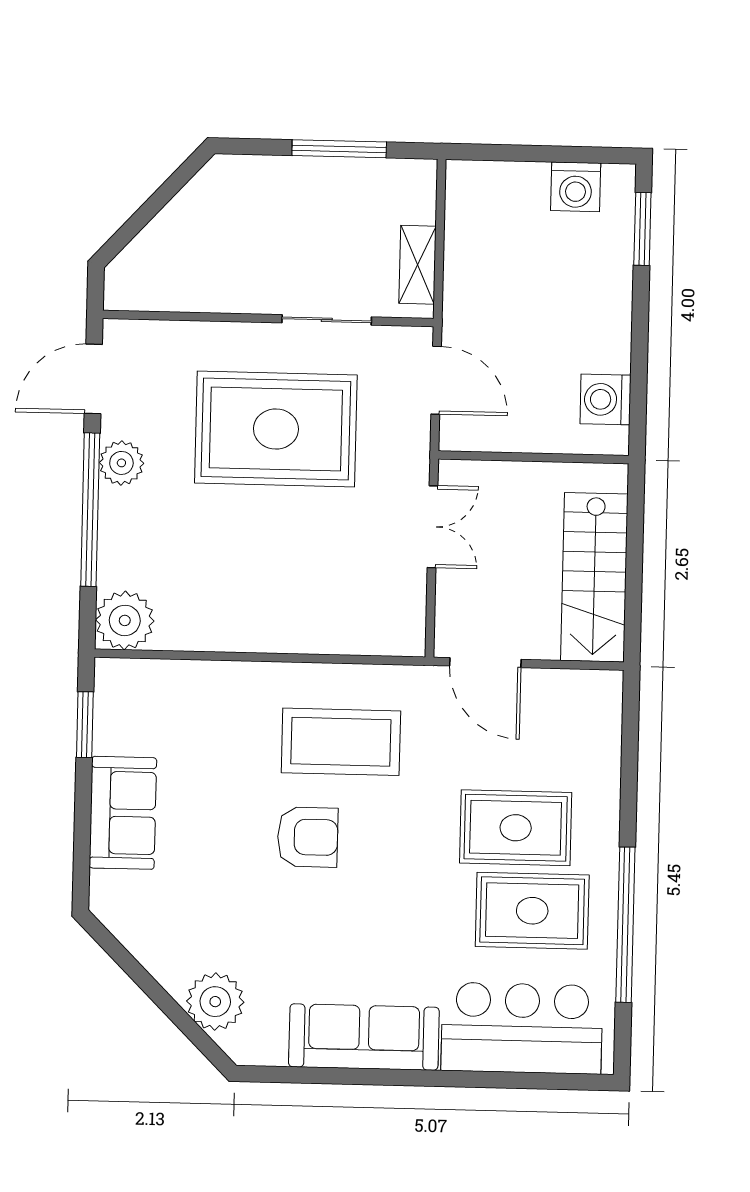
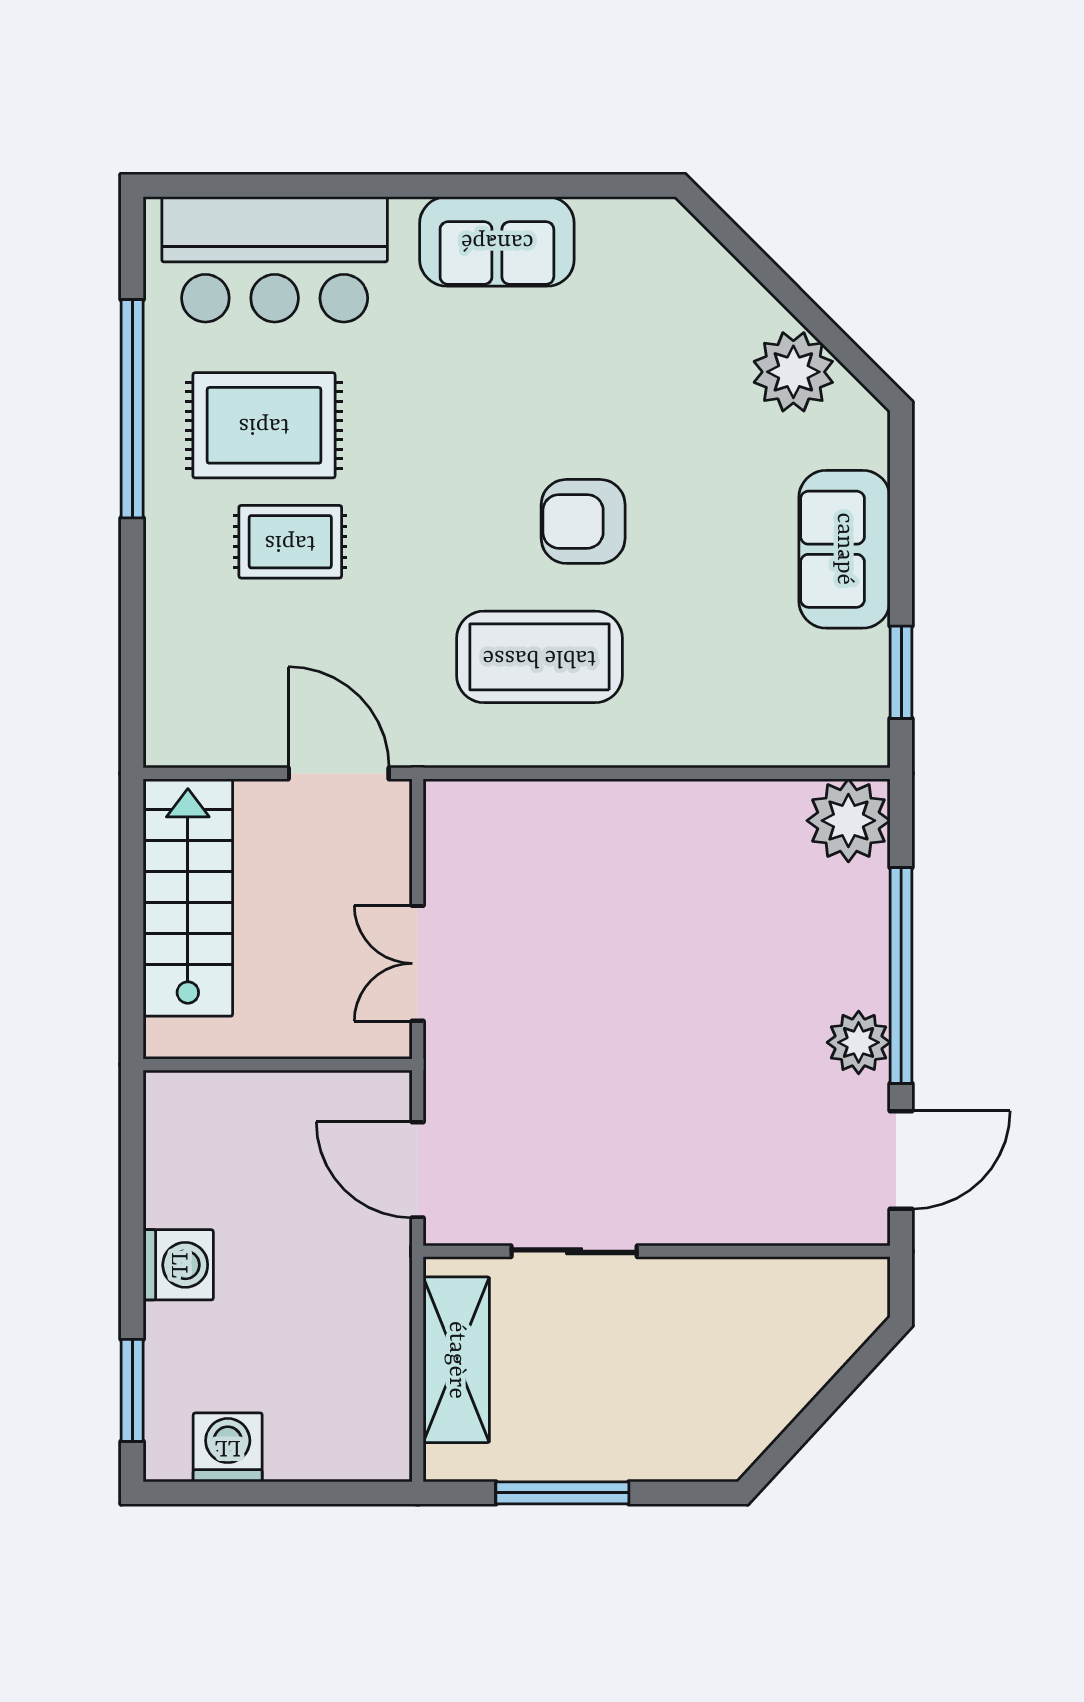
shelving: (417, 265) -> (456, 1360), width x1.50, depth x1.33
washing machine: (606, 399) -> (178, 1265), moved
rug: (276, 429) -> (642, 1096), removed
rug: (516, 828) -> (290, 542), width x0.73, depth x0.70
plant: (215, 1002) -> (793, 372), moved
sofa: (364, 1037) -> (497, 241), width x0.73

